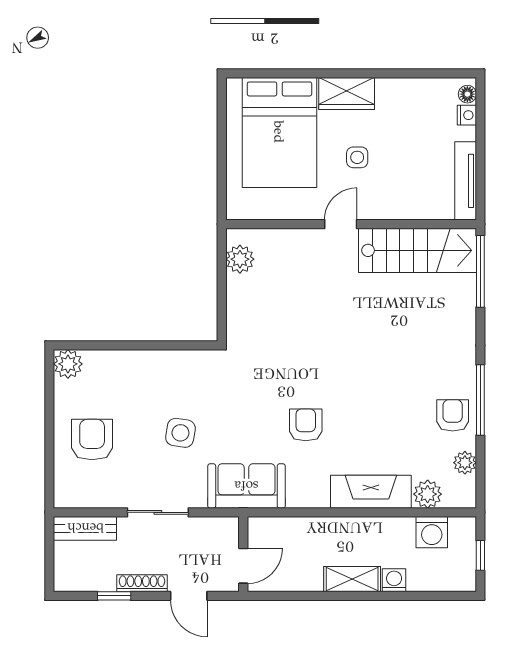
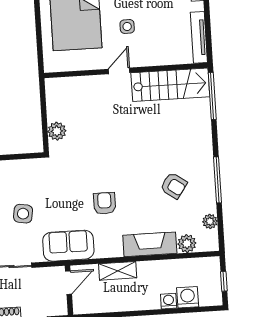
plant: (240, 259) -> (57, 131), moved
armchair: (453, 415) -> (174, 186), moved, turned 125
washing machine: (432, 532) -> (188, 297), moved, turned 180
door: (243, 566) -> (69, 283), moved
shelving: (352, 579) -> (118, 271), moved

